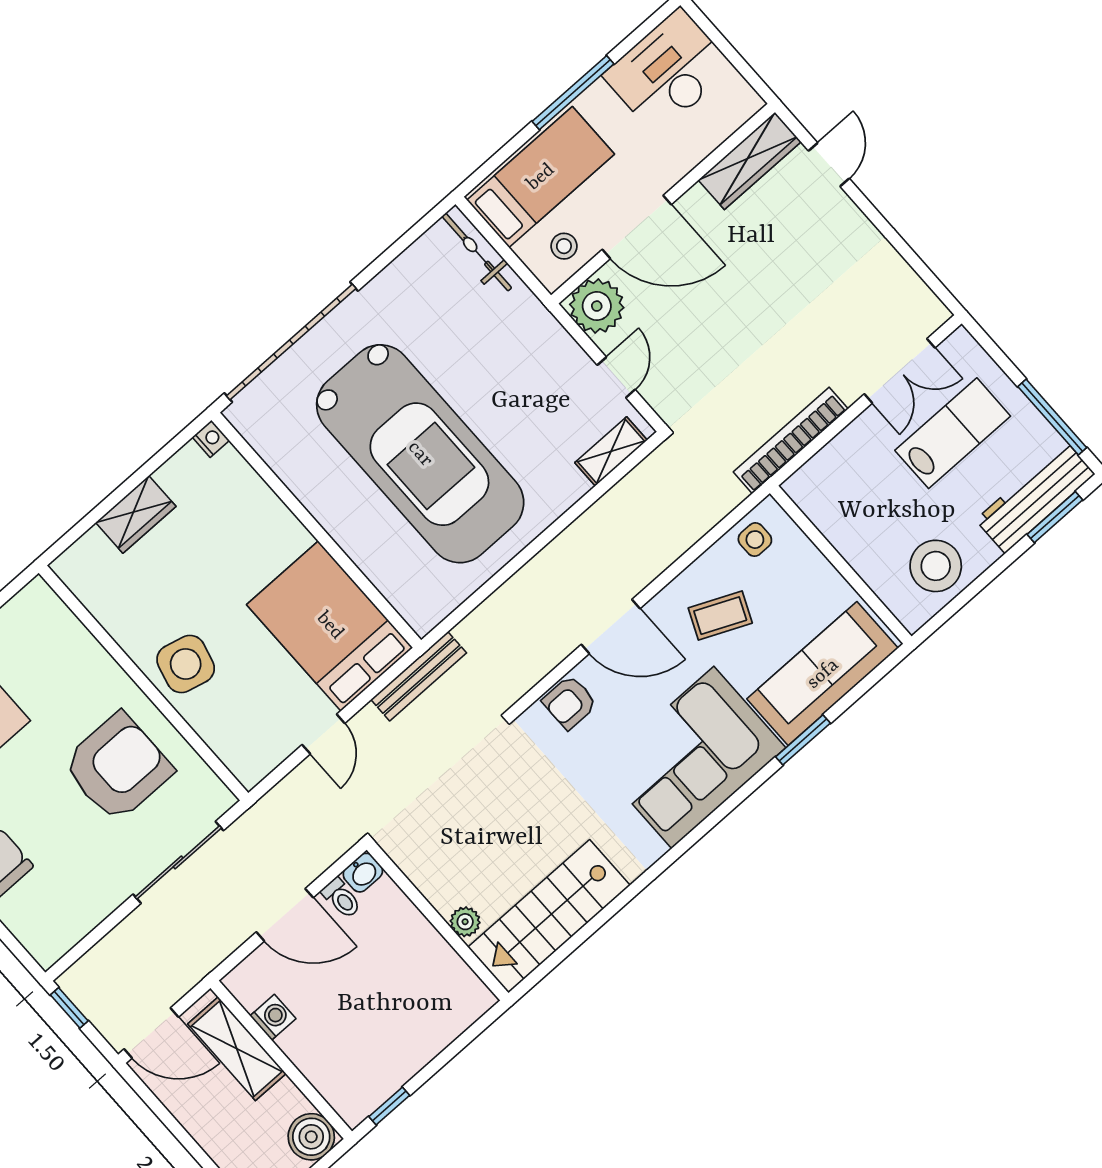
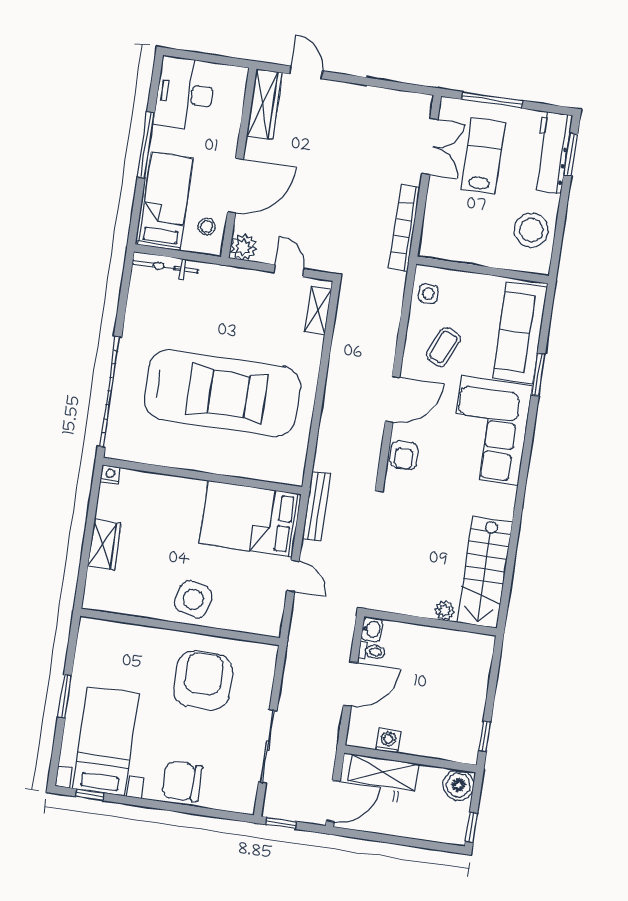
plant: (597, 306) -> (243, 247), width x0.73, depth x0.73
window: (1052, 417) -> (492, 100), moved
sliding door: (178, 862) -> (268, 746), moved

